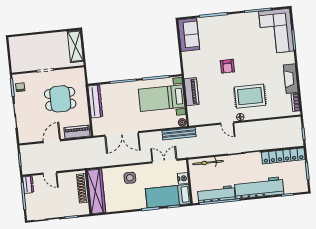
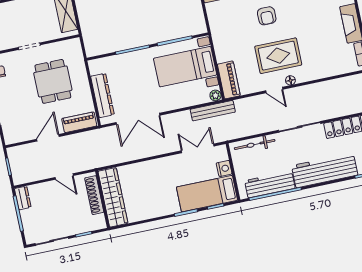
piano: (192, 92) -> (229, 80), moved
rug: (250, 96) -> (278, 56), moved
dining table: (60, 99) -> (53, 81), turned 90
dresser: (95, 101) -> (102, 95), moved
door: (50, 173) -> (64, 176), moved
side table: (130, 178) -> (155, 175), removed

